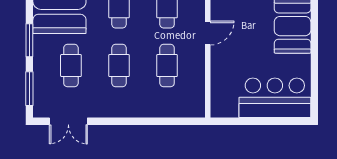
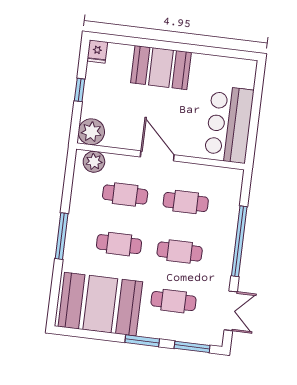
door: (208, 33) -> (157, 156), width x1.38
bar counter: (275, 98) -> (229, 124), moved
window: (136, 121) -> (239, 241), added

